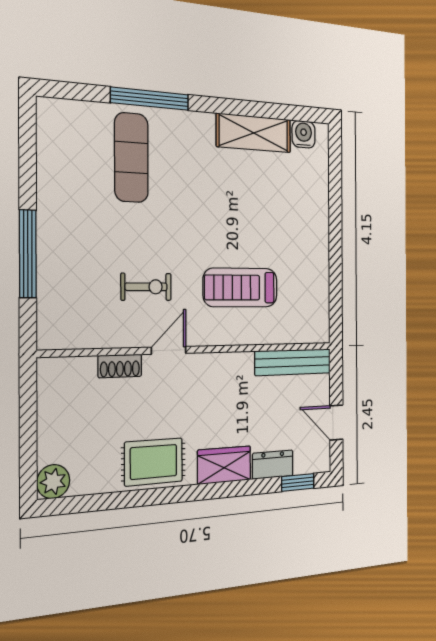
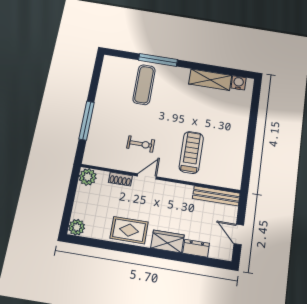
treadmill: (240, 287) -> (191, 152), turned 90
plant: (55, 375) -> (88, 177), added
window: (298, 482) -> (210, 262), removed

